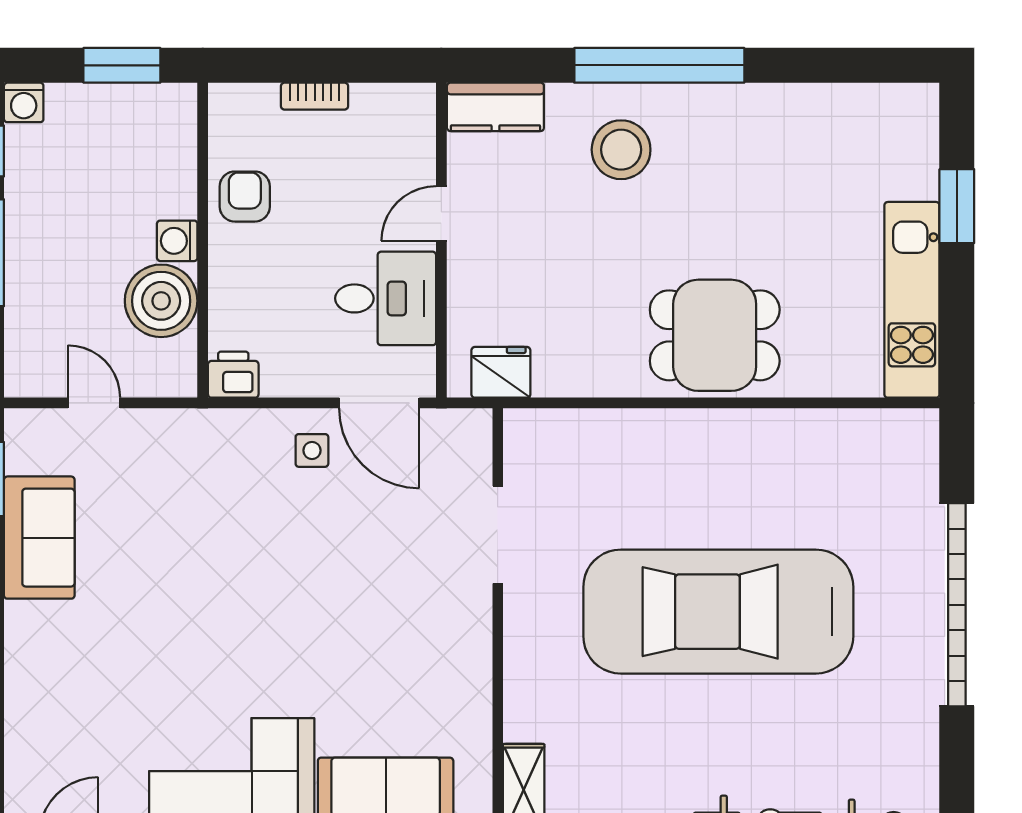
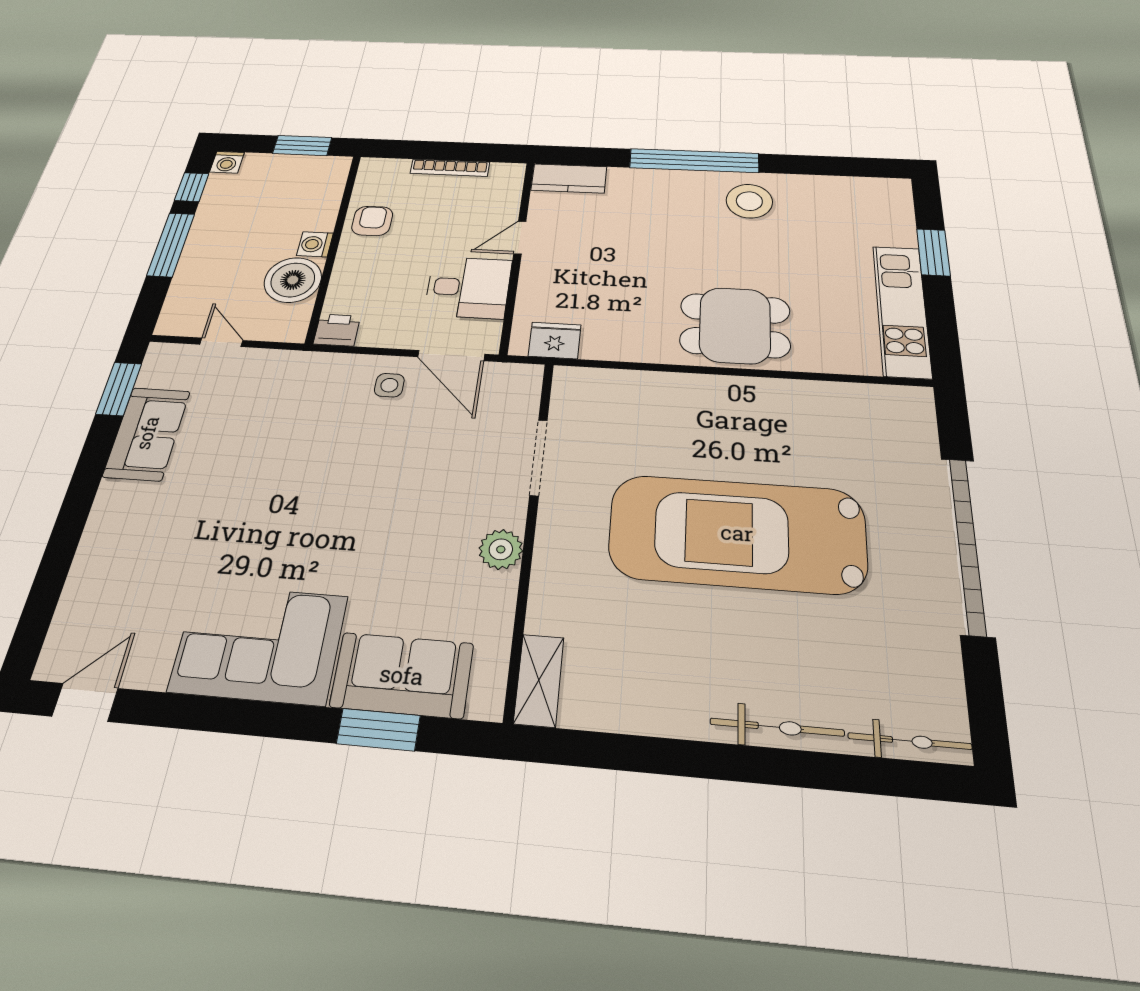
bookcase: (315, 96) -> (450, 168), width x1.56
stool: (621, 150) -> (749, 201), moved
plant: (469, 651) -> (501, 549), added

